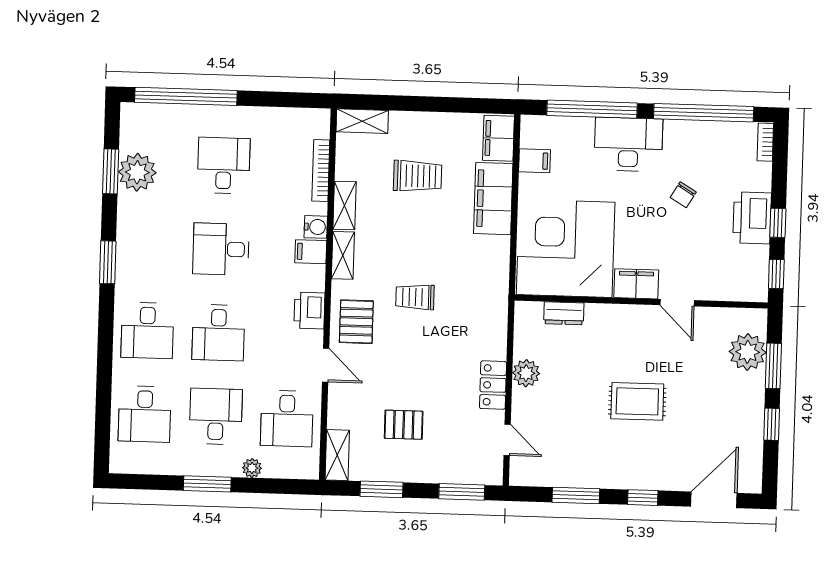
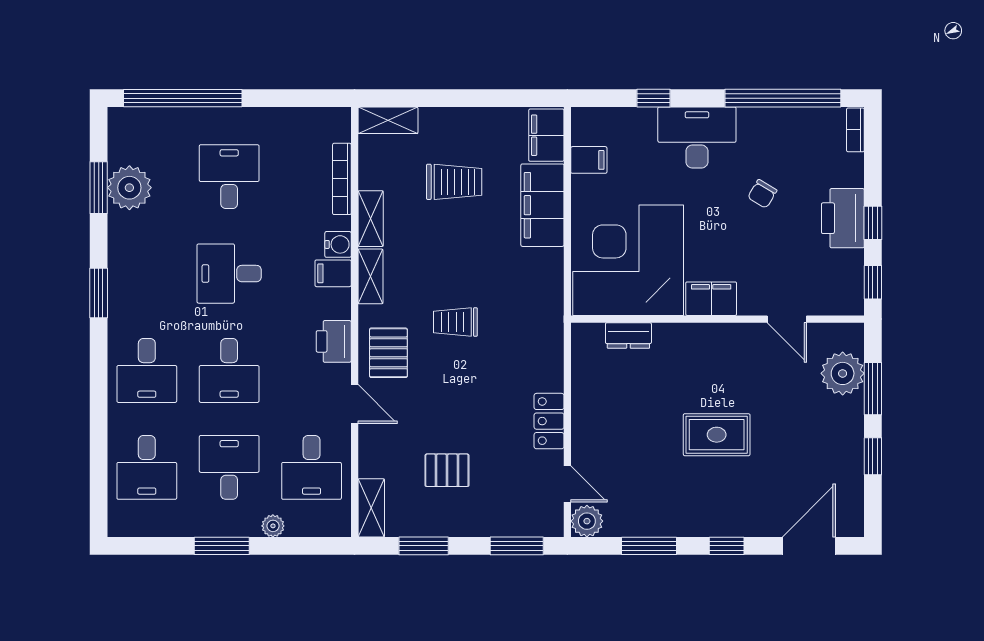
window: (592, 109) -> (654, 98), width x0.32
door: (677, 303) -> (787, 319), moved
plant: (526, 373) -> (587, 521), moved

